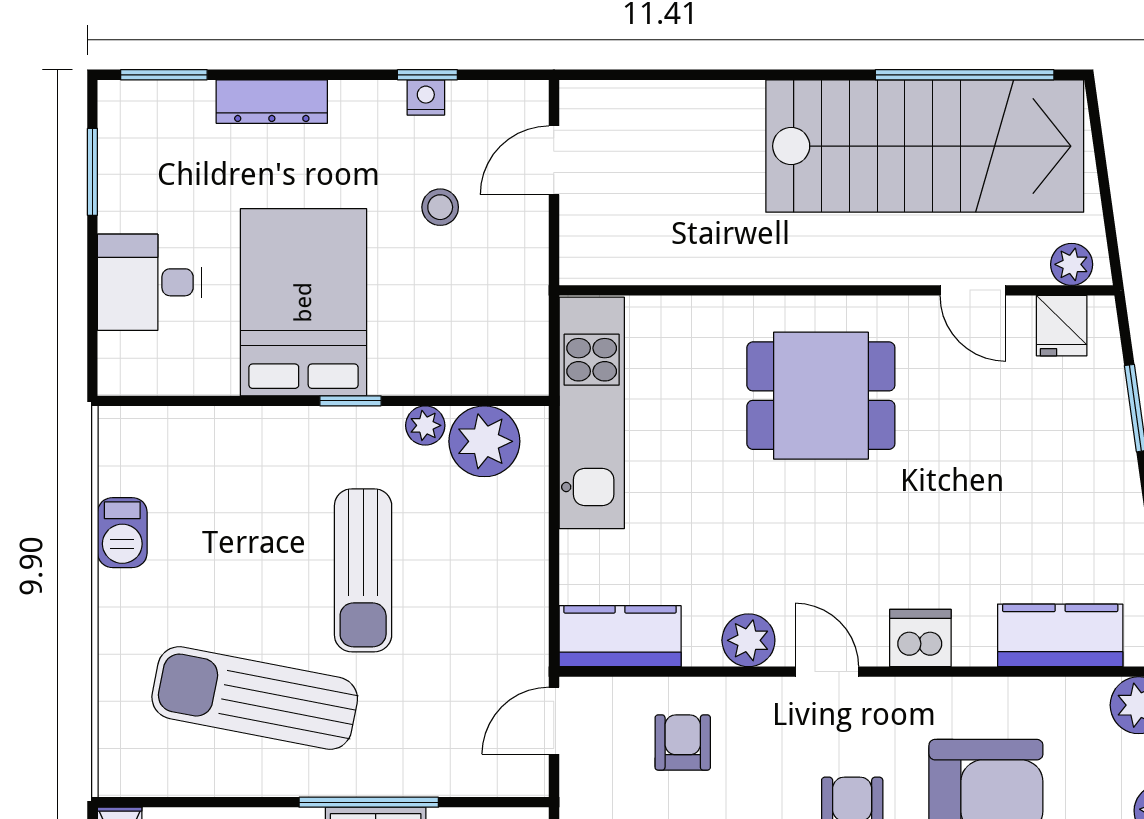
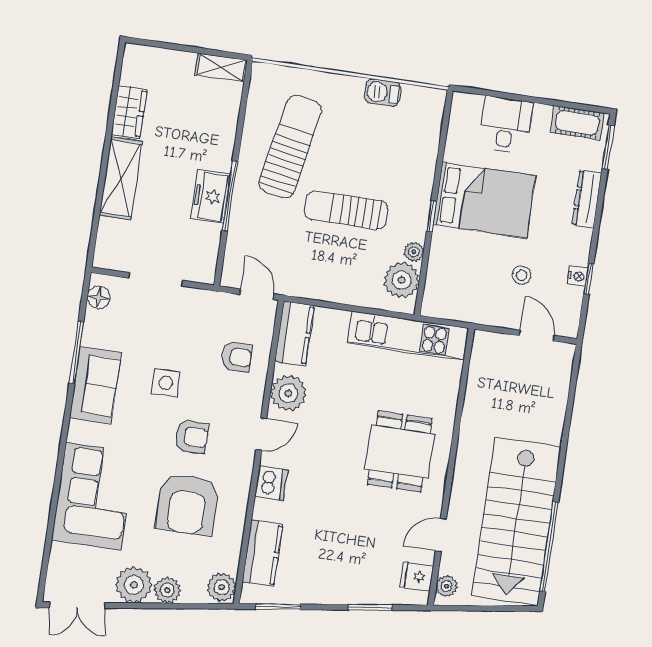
cot: (125, 142) -> (577, 123), added
window: (92, 172) -> (565, 104), removed
plant: (748, 640) -> (288, 393), width x1.36, depth x1.36

